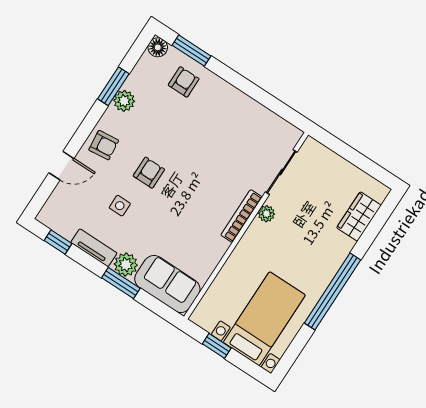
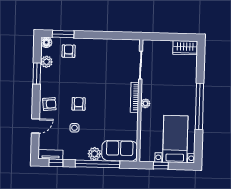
plant: (124, 101) -> (47, 62), moved
plant: (266, 214) -> (145, 103), moved
wardrobe: (359, 217) -> (185, 48), moved, turned -90
tv unit: (94, 248) -> (50, 154), moved
window: (121, 283) -> (97, 164), width x2.11

